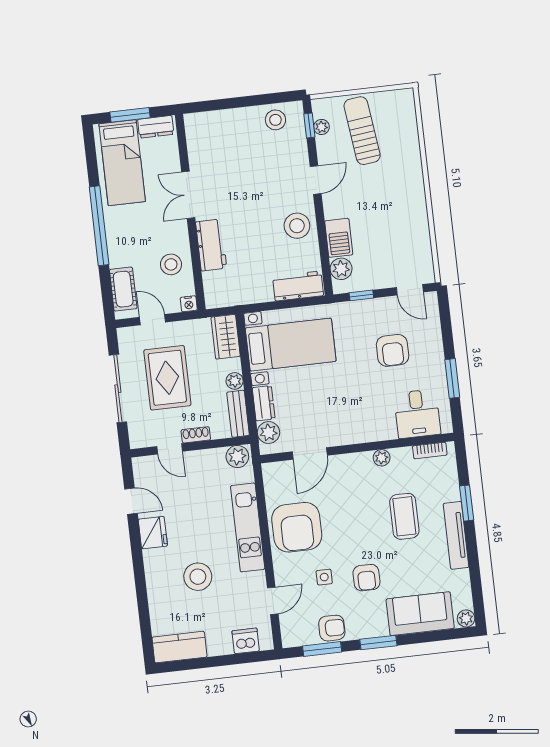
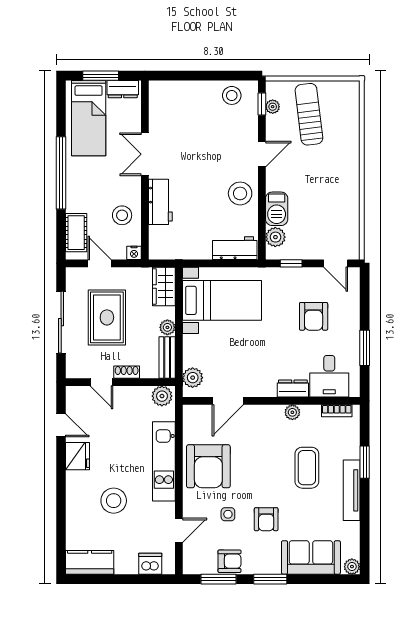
dresser: (264, 403) -> (293, 389), moved, turned -90

